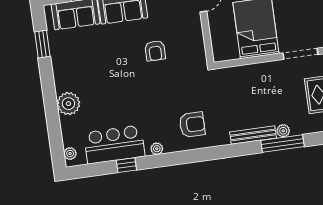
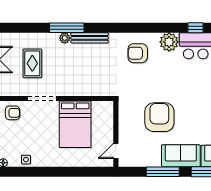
armchair: (155, 51) -> (159, 117), width x1.88, depth x1.88
plant: (157, 149) -> (169, 42), width x1.88, depth x1.88

